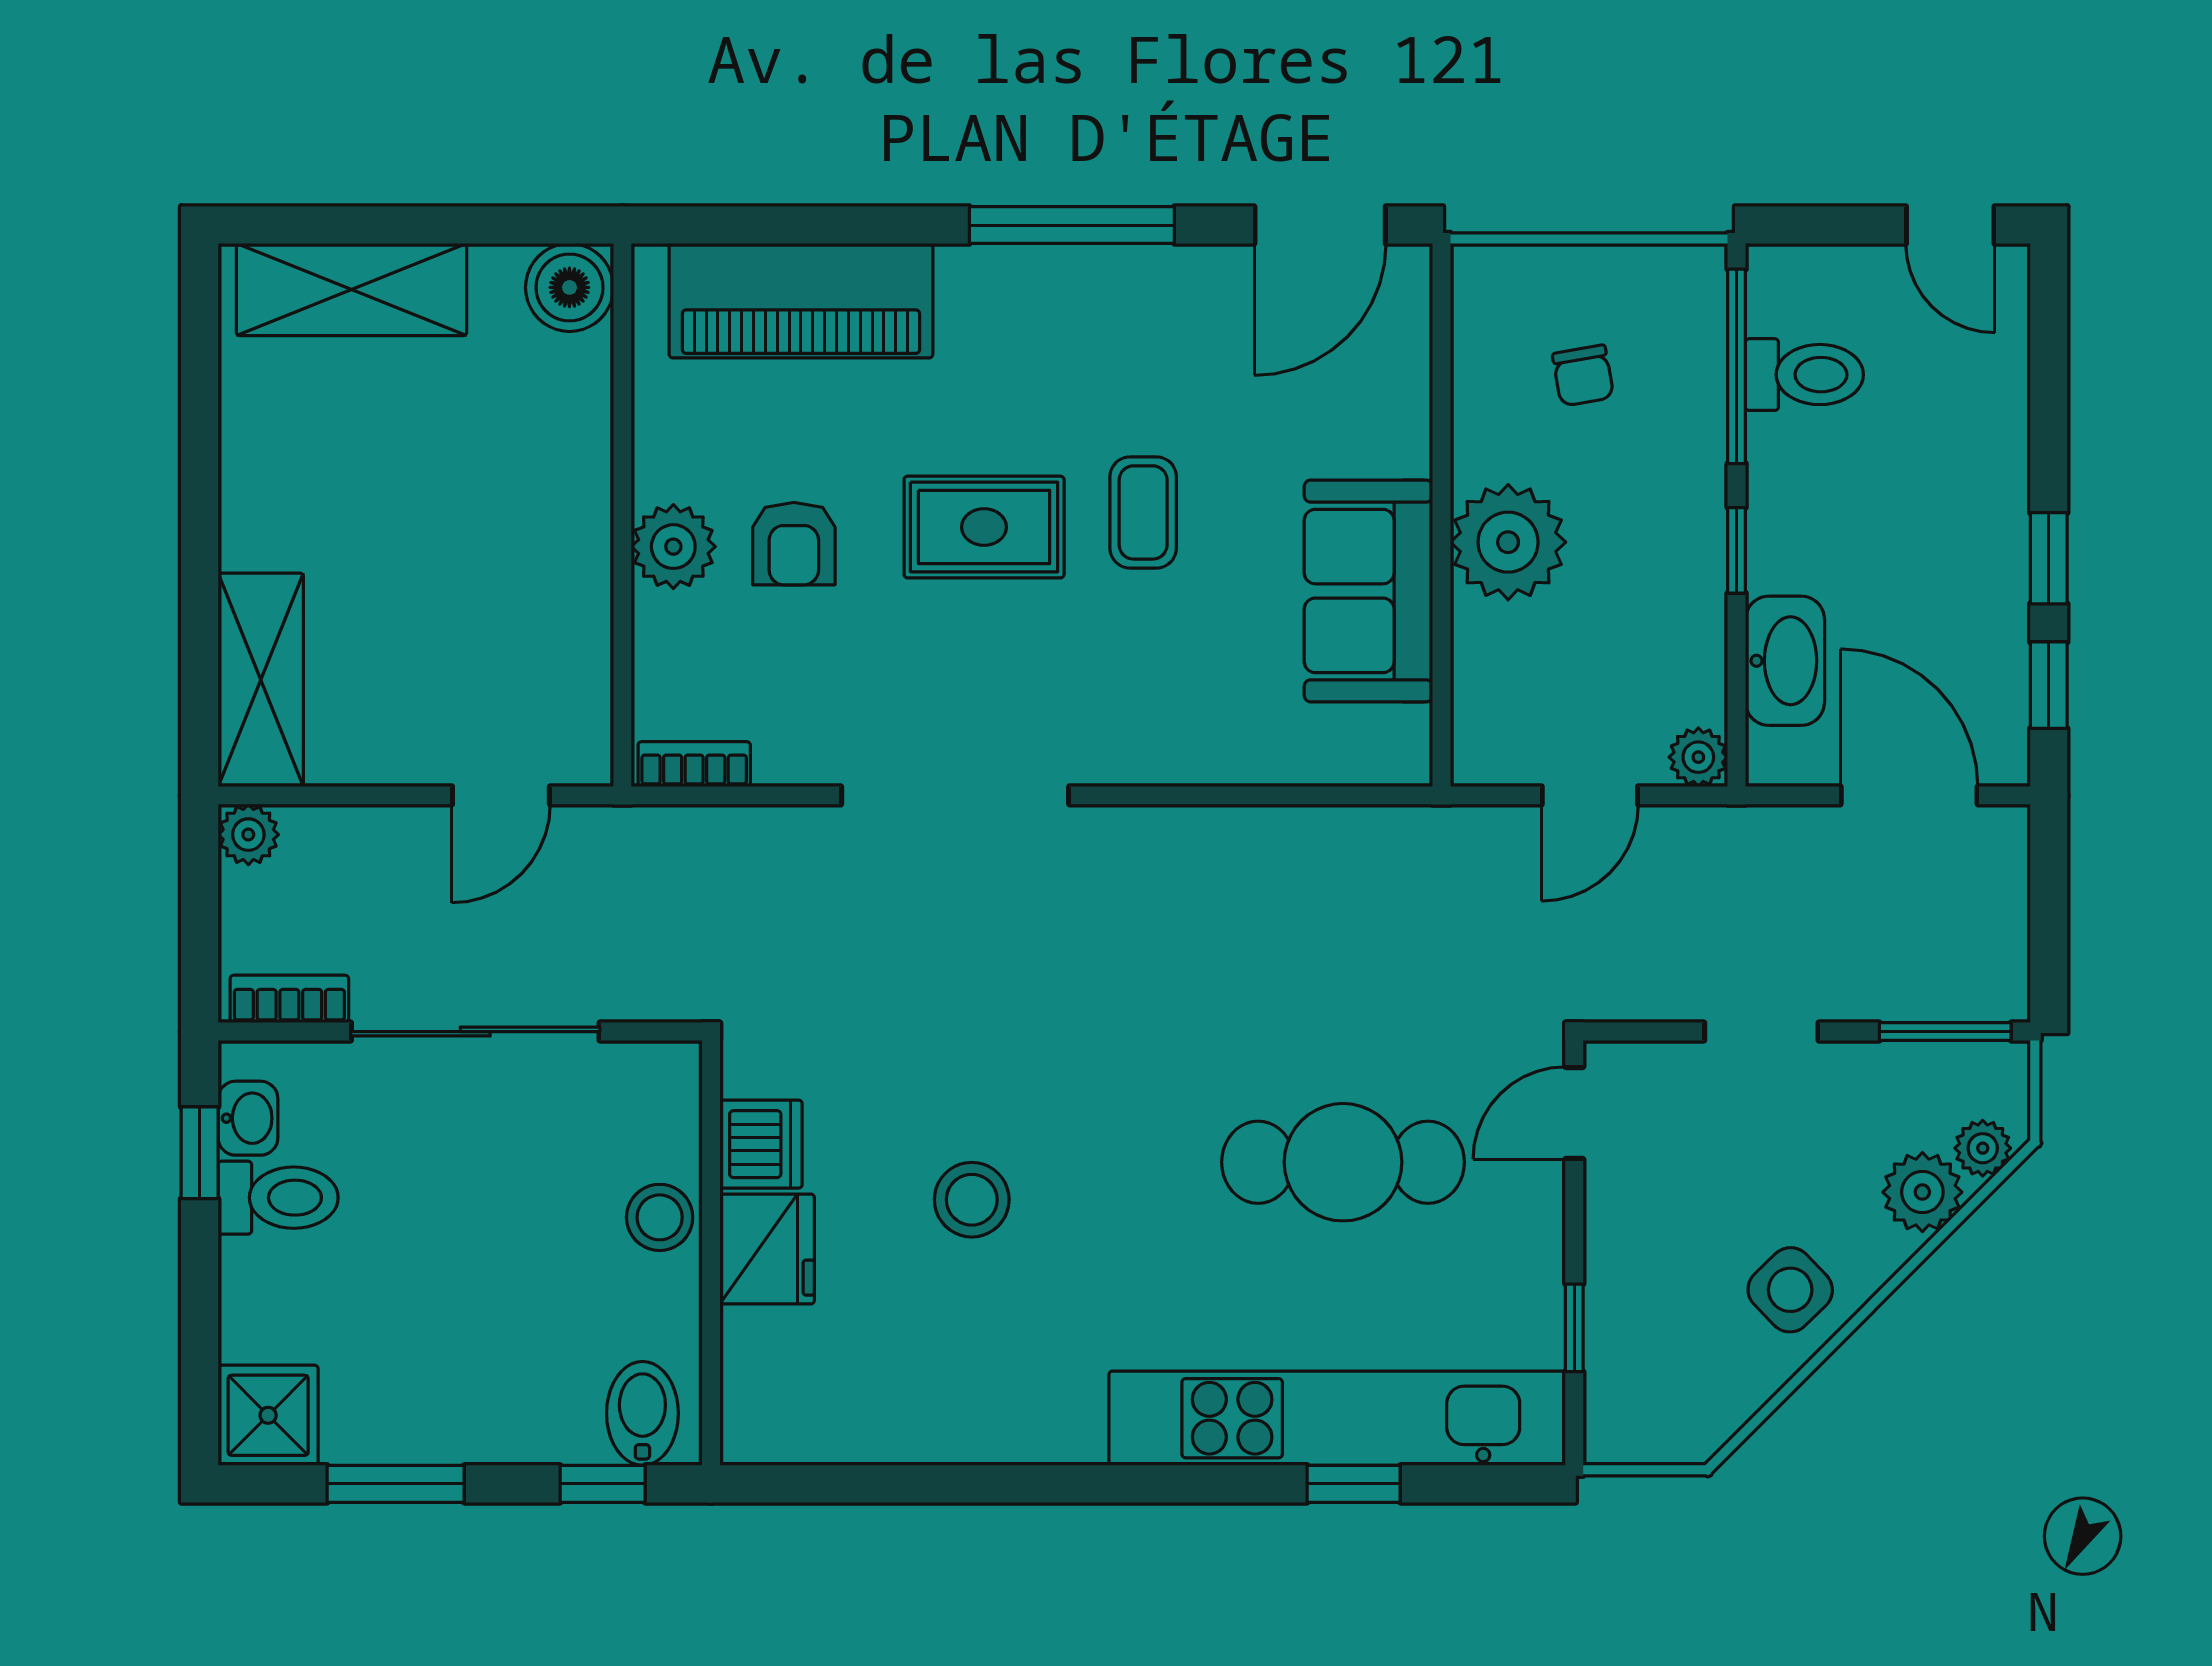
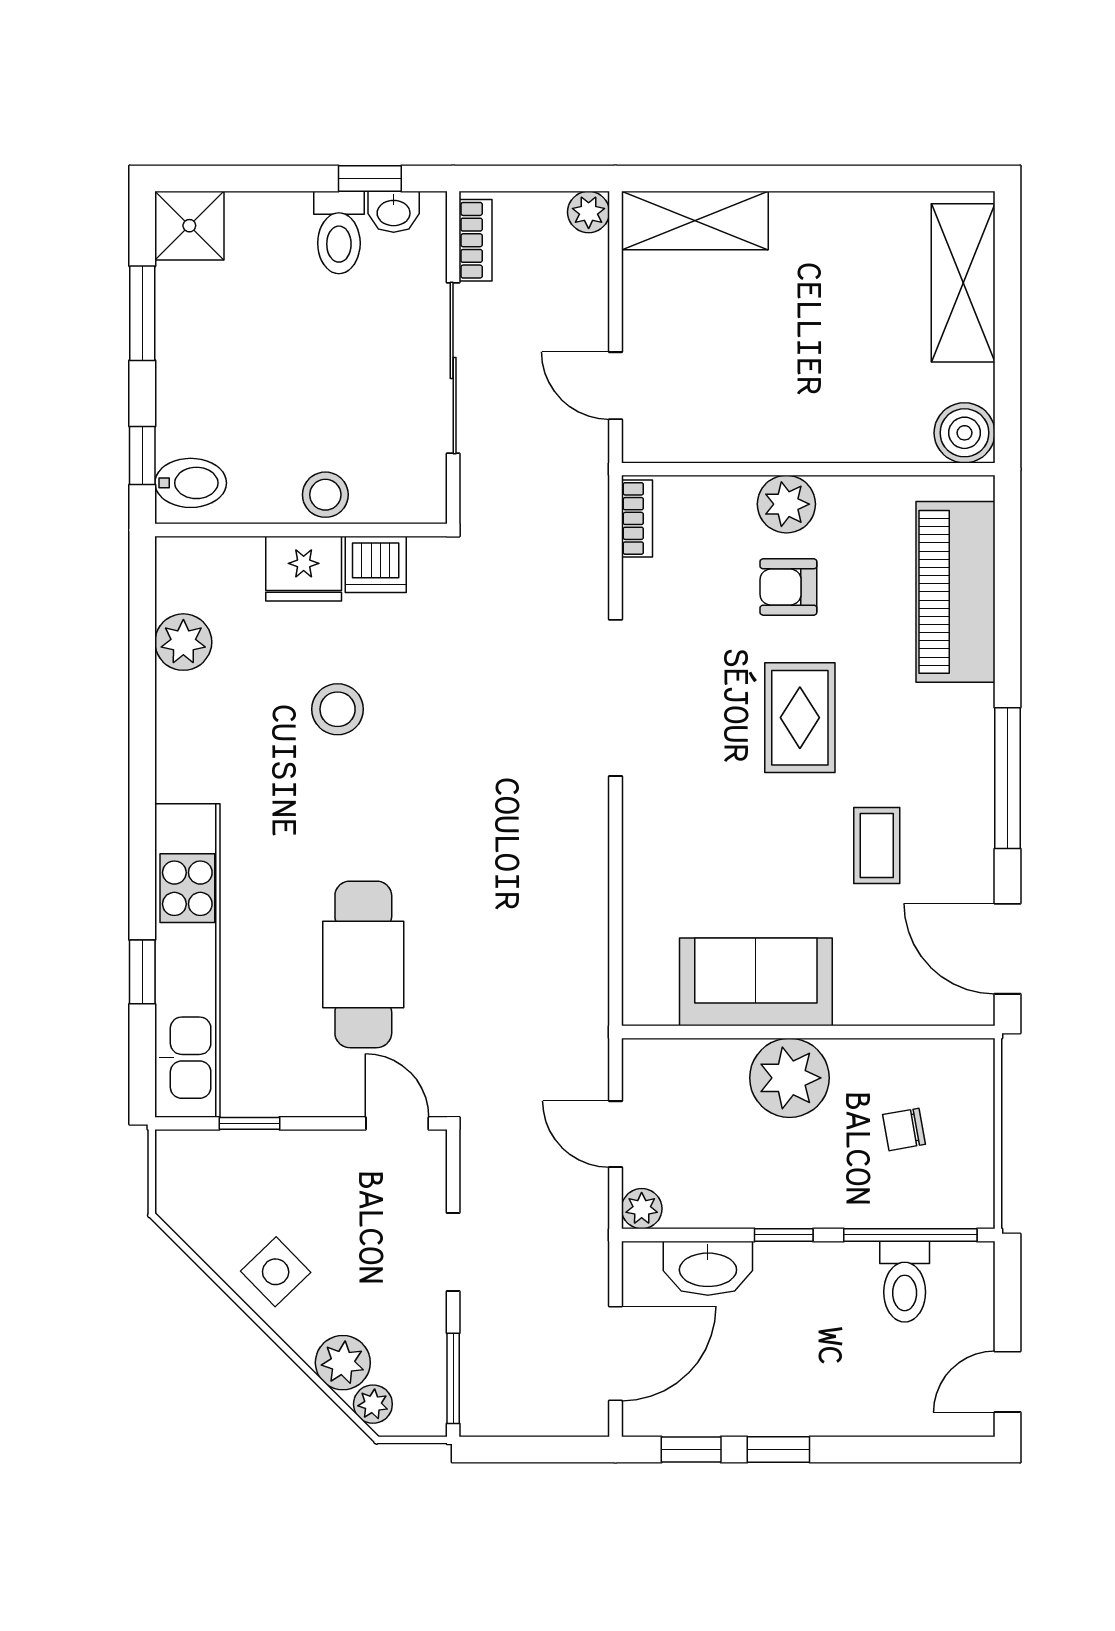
coffee table: (1143, 512) -> (877, 845), moved, turned 90
plant: (874, 1424) -> (183, 642), added

